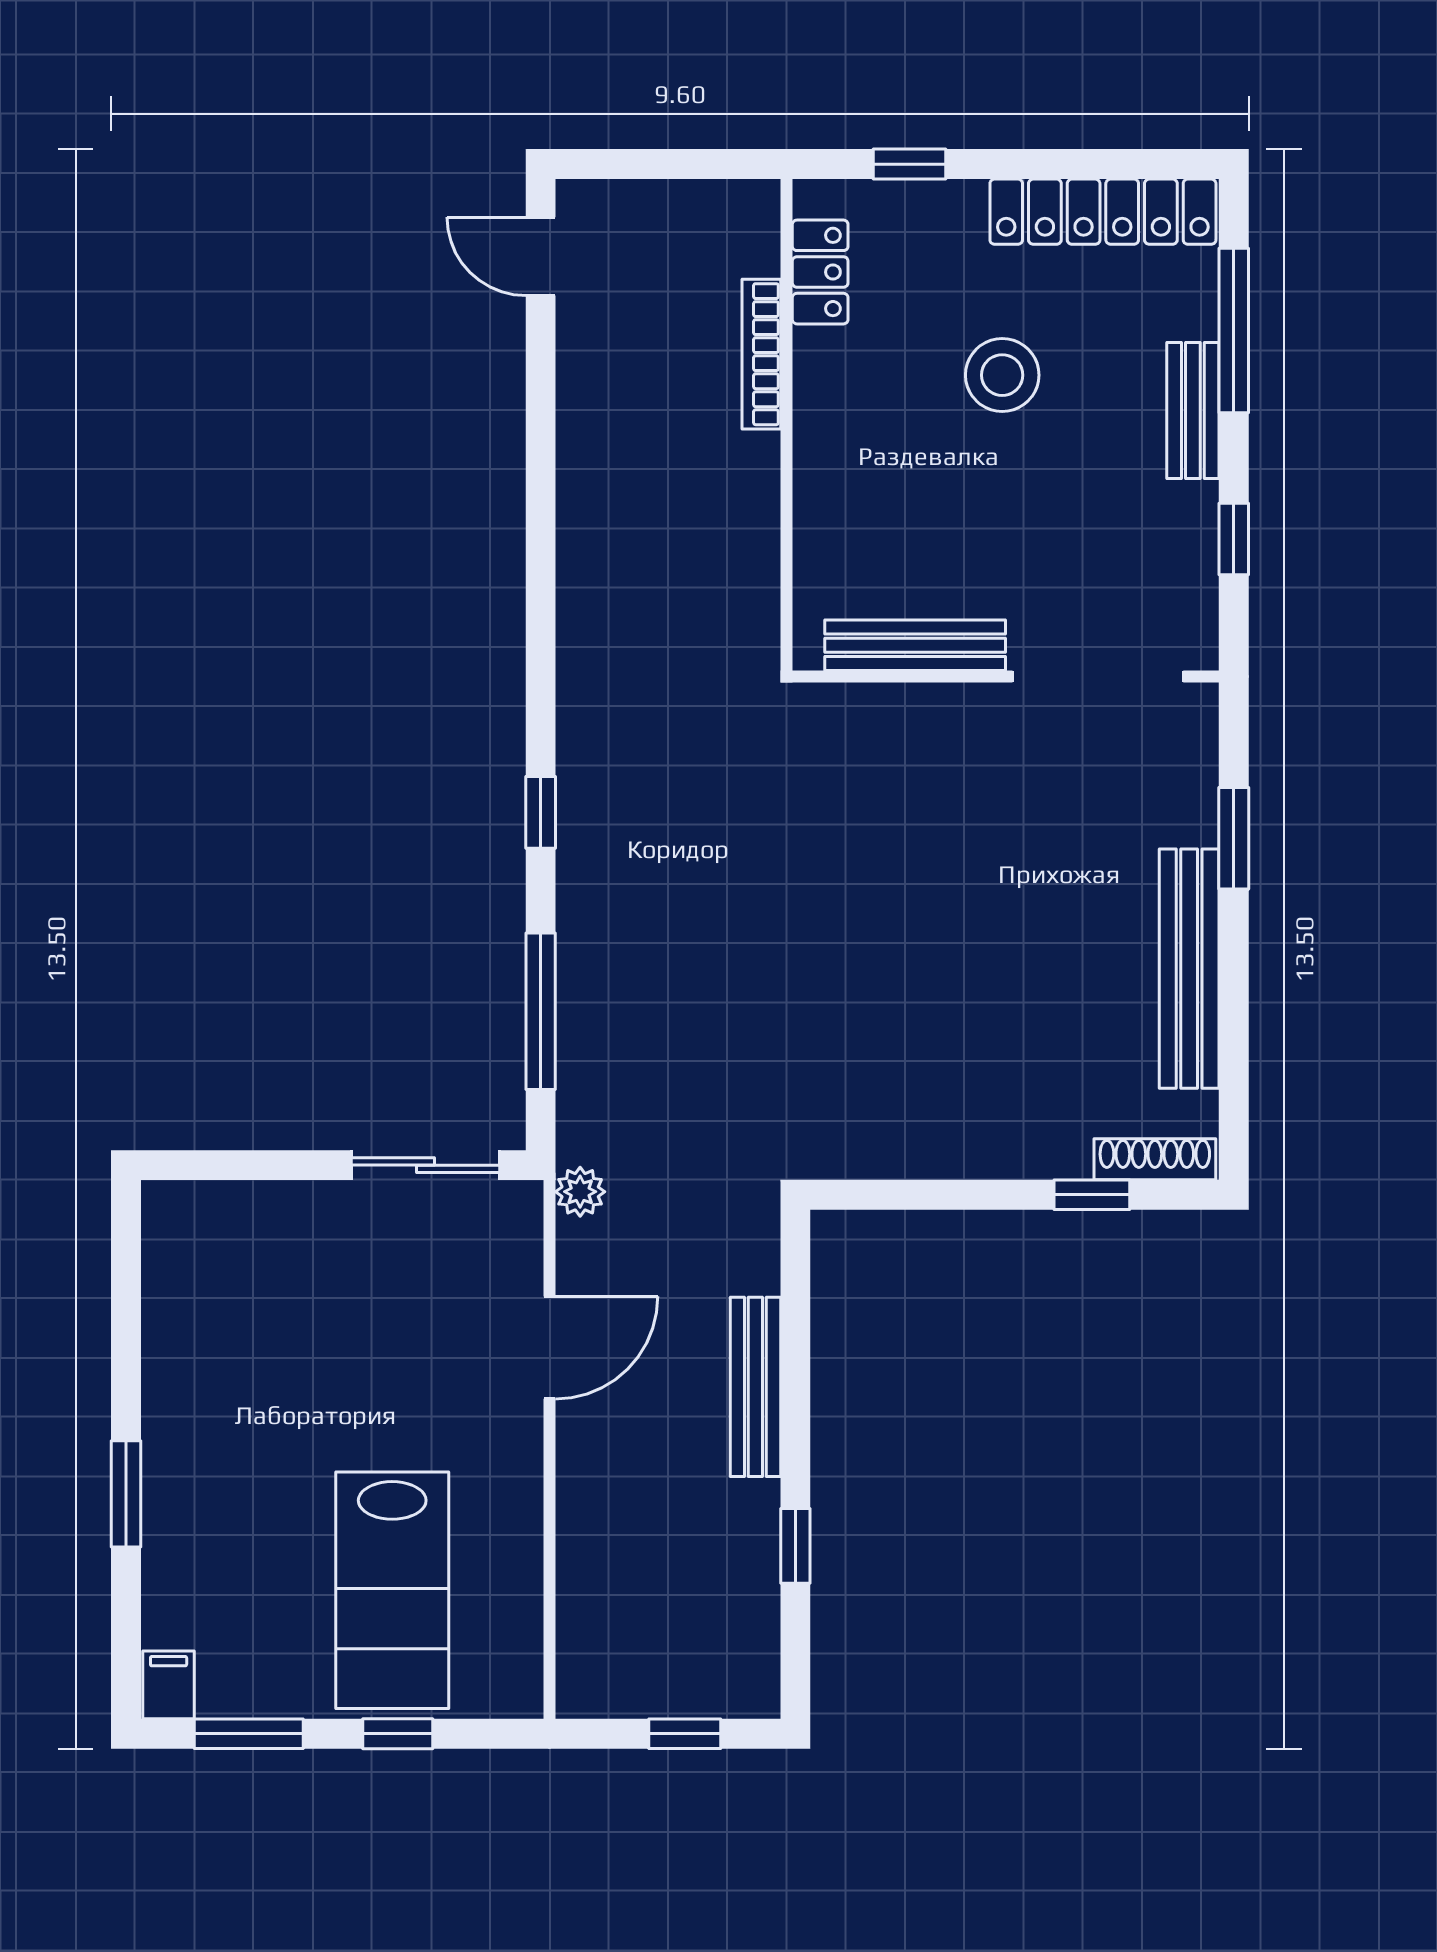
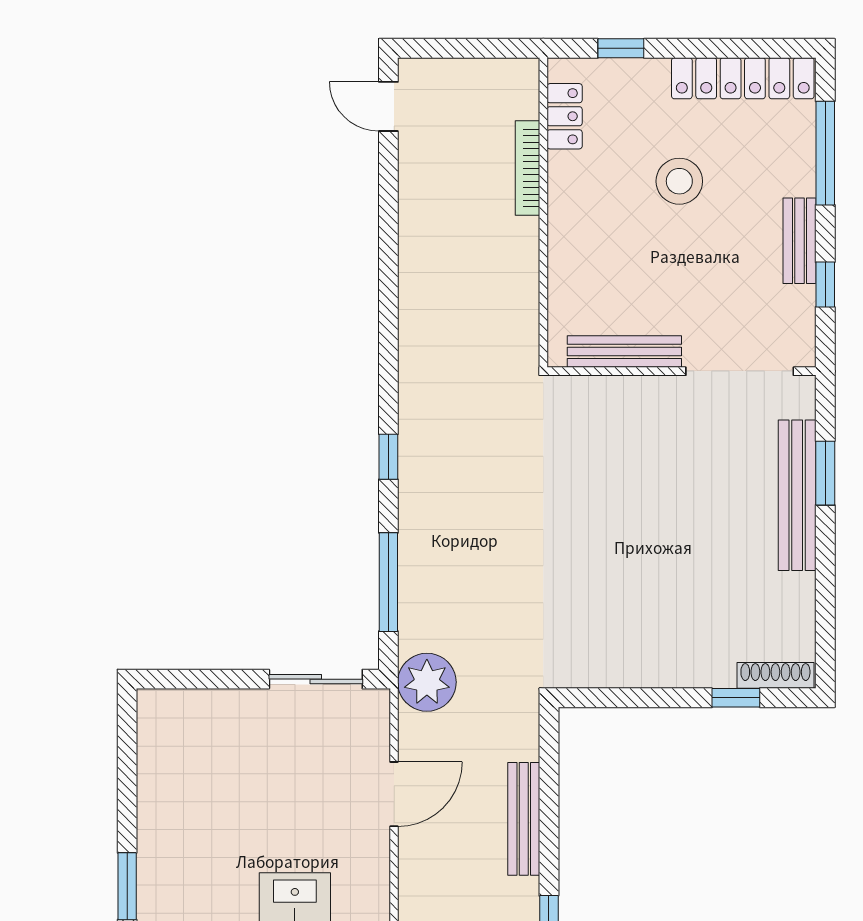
bench: (1193, 411) -> (799, 241), moved
bench: (1189, 969) -> (797, 495), moved
plant: (580, 1192) -> (427, 682), width x1.87, depth x1.87

